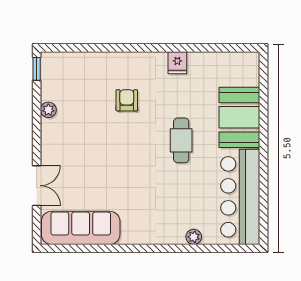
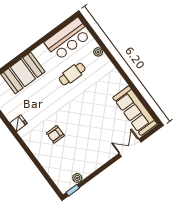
plant: (48, 110) -> (77, 178), moved
cafe table: (181, 140) -> (72, 74), moved
bar counter: (240, 197) -> (68, 39), width x0.73

